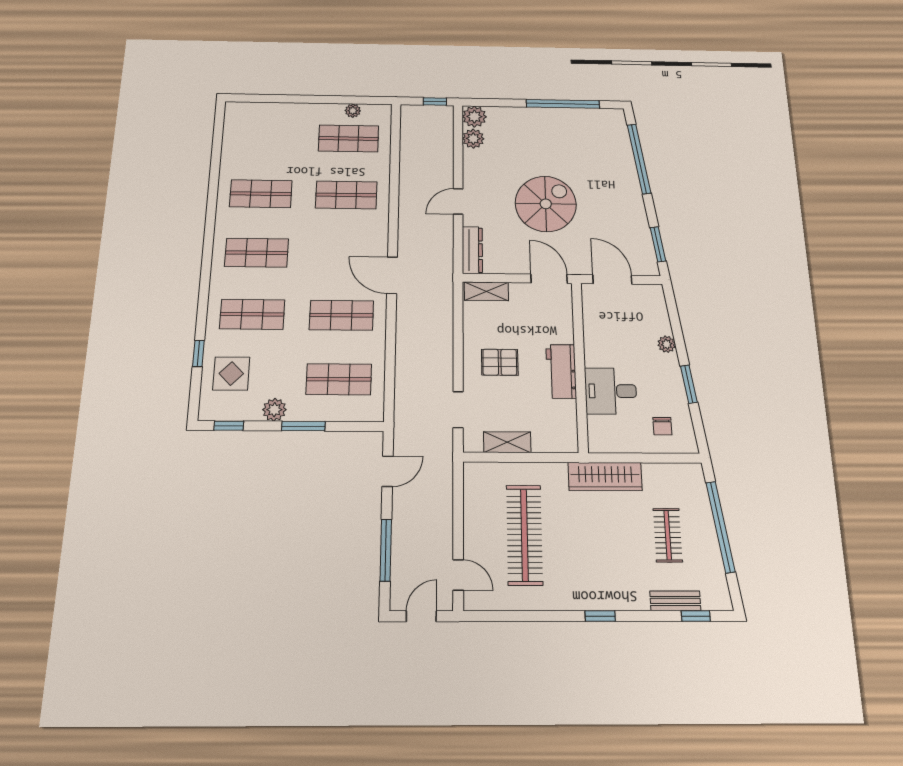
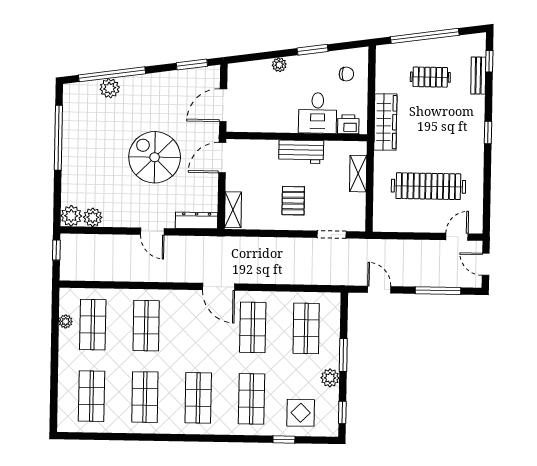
shop shelf: (265, 137) -> (91, 396), added
plant: (623, 156) -> (110, 88), added
door: (392, 275) -> (219, 287), hinge flipped
printer: (599, 429) -> (348, 124), added
shelving: (507, 442) -> (358, 174), moved

